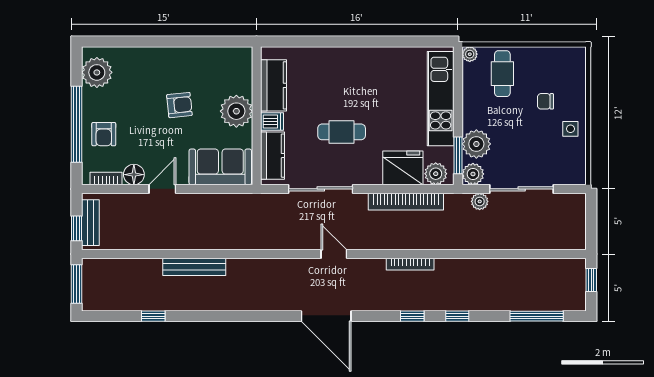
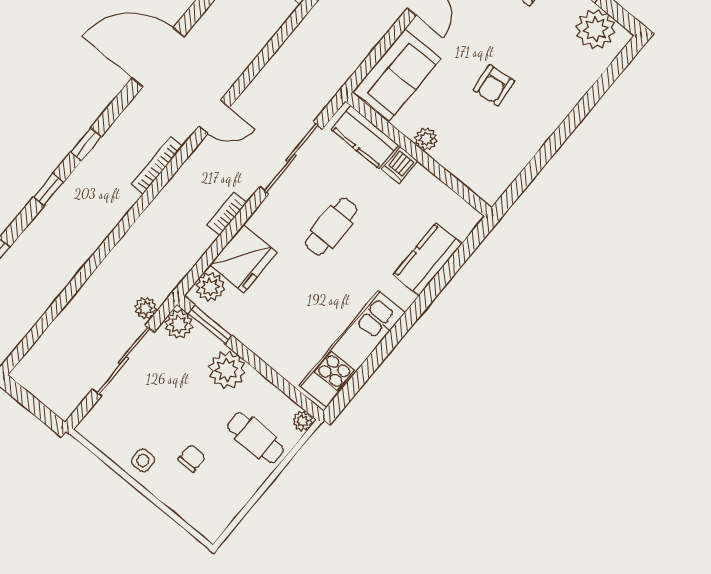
kitchen counter: (273, 85) -> (427, 259), moved, turned 90
kitchen unit: (441, 99) -> (352, 349), moved, turned -90
plant: (236, 111) -> (426, 139), width x0.53, depth x0.53
plant: (476, 144) -> (227, 370), moved
bookcase: (406, 202) -> (227, 214), width x0.43, depth x0.76
bookcase: (410, 264) -> (157, 166), moved

